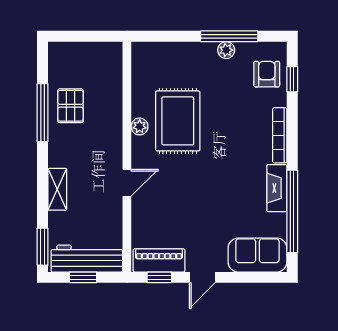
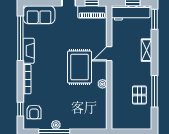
rug: (178, 121) -> (80, 67), moved

